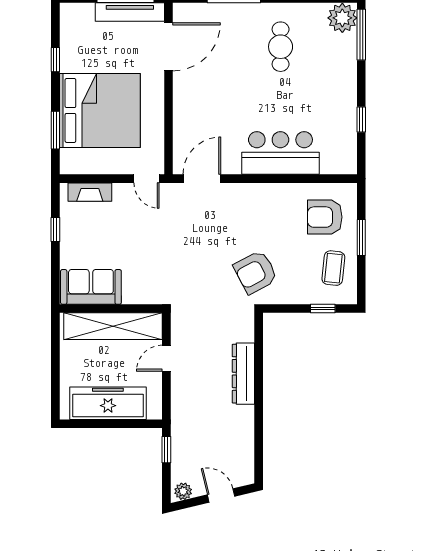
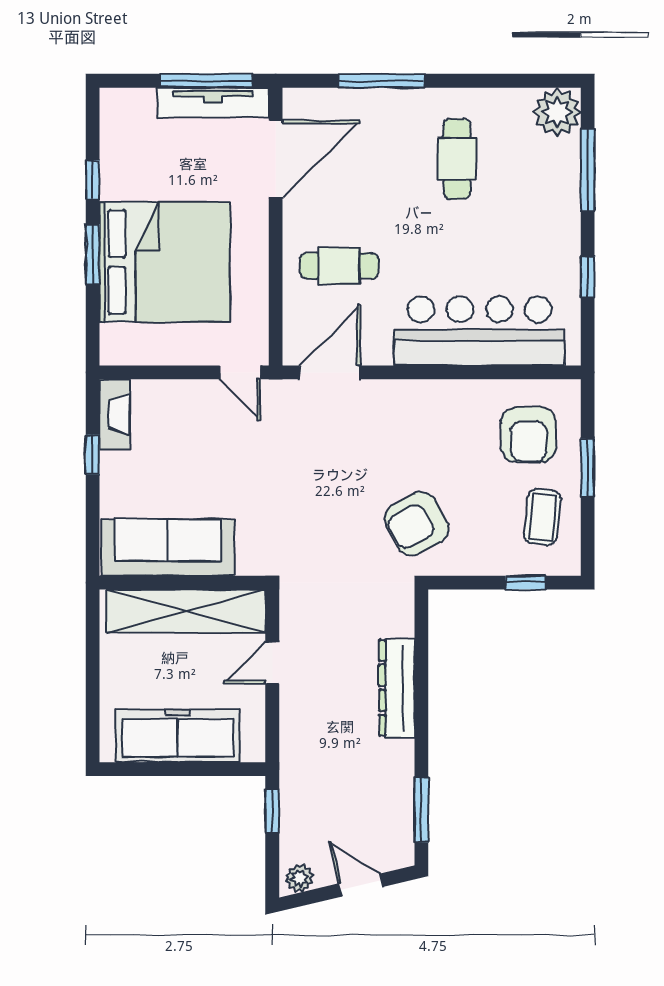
window: (361, 35) -> (588, 170), moved
cafe table: (208, 113) -> (339, 266), added
window: (55, 130) -> (93, 254), moved
bar counter: (280, 153) -> (480, 331), width x1.36
fireplace: (90, 192) -> (114, 414), moved, turned -90
armchair: (325, 217) -> (529, 434), turned -90
sofa: (91, 287) -> (168, 548), width x1.36
window: (259, 449) -> (421, 810), added

